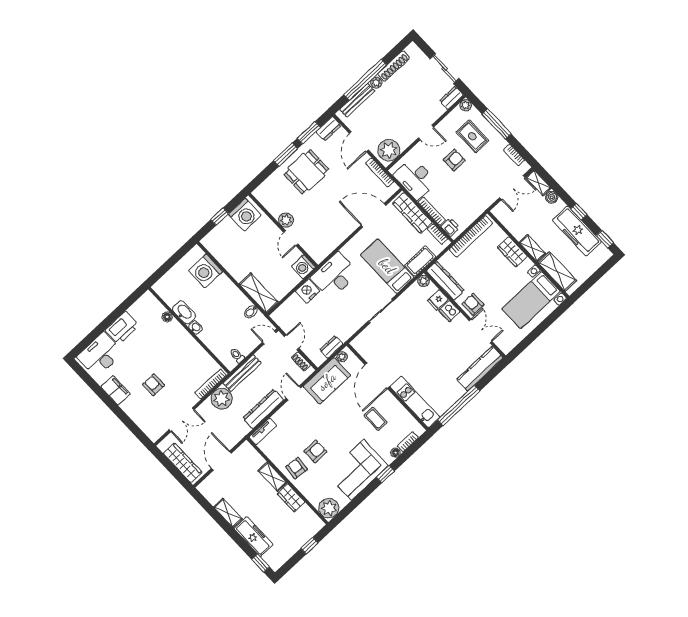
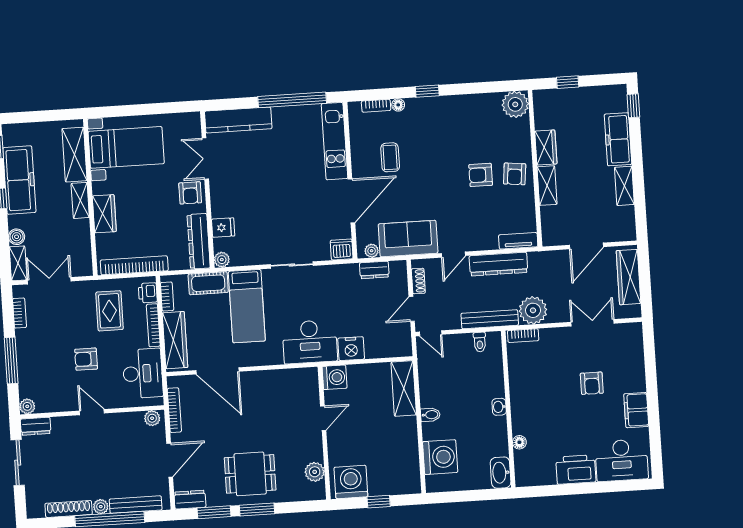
rug: (472, 136) -> (110, 311), moved
plant: (389, 150) -> (152, 418), width x0.53, depth x0.53
plant: (286, 220) -> (315, 472), moved
dishwasher: (449, 311) -> (342, 250), moved, turned -90
washbasin: (184, 312) -> (501, 473), moved
bidet: (251, 312) -> (430, 415), moved
bookcase: (211, 384) -> (523, 336), width x0.64
corner sofa: (357, 470) -> (453, 120), removed

